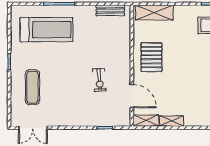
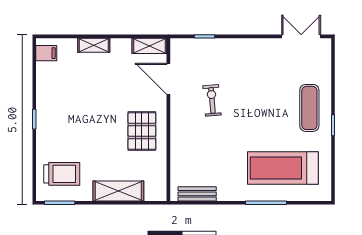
shelving: (154, 13) -> (118, 191), moved
exercise mat: (32, 87) -> (309, 108), moved
shelving: (172, 121) -> (94, 45), moved

